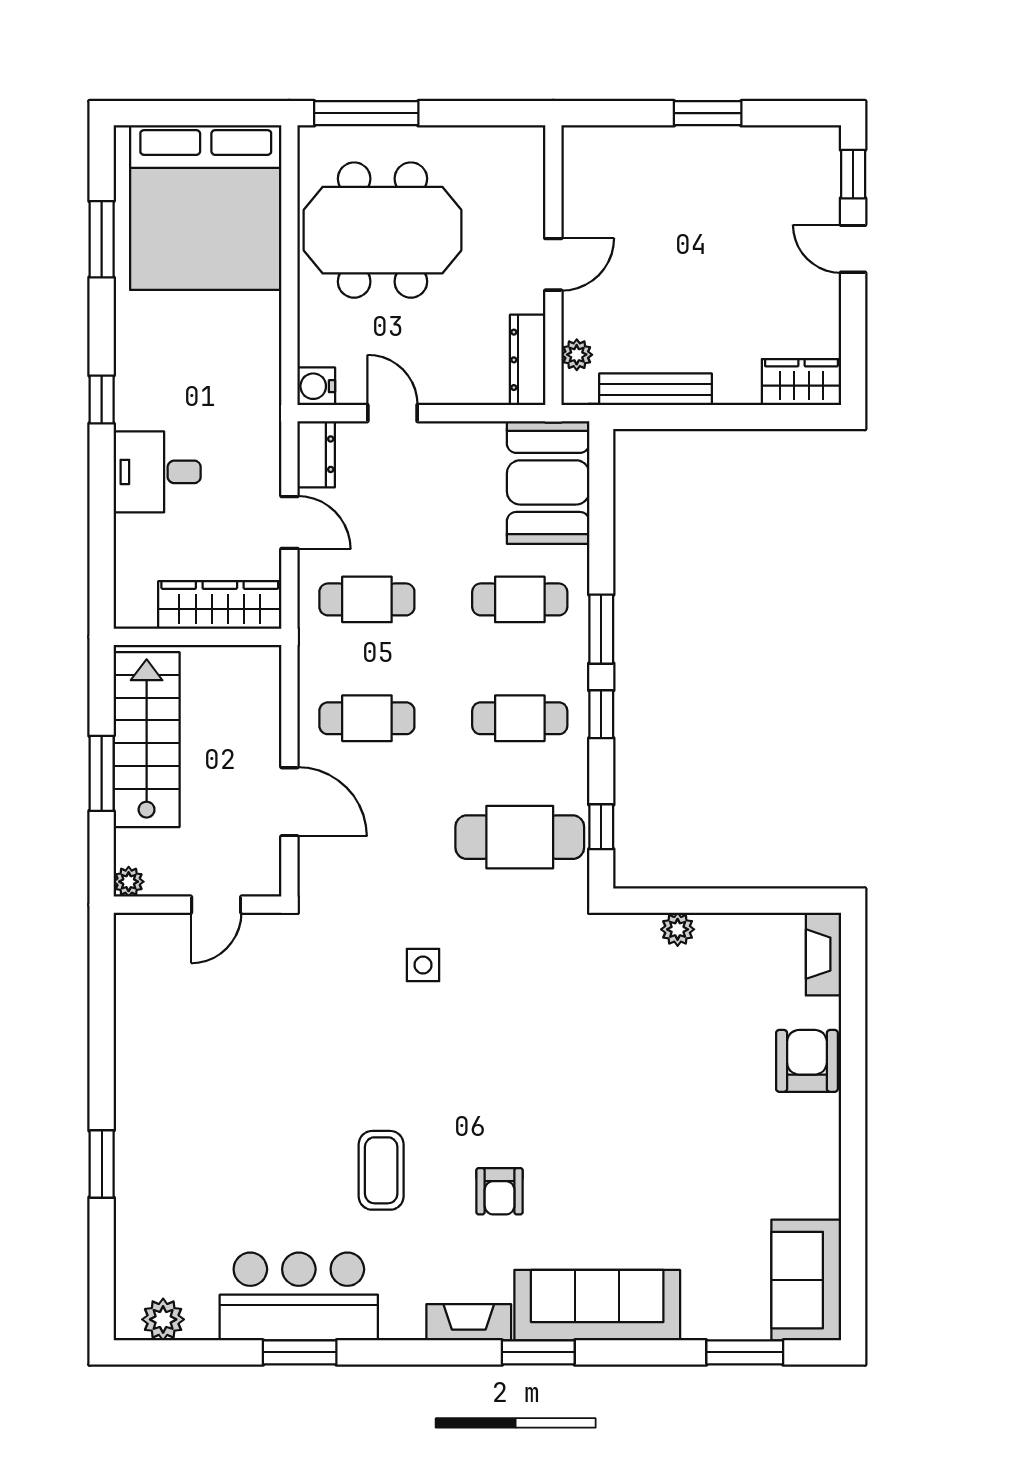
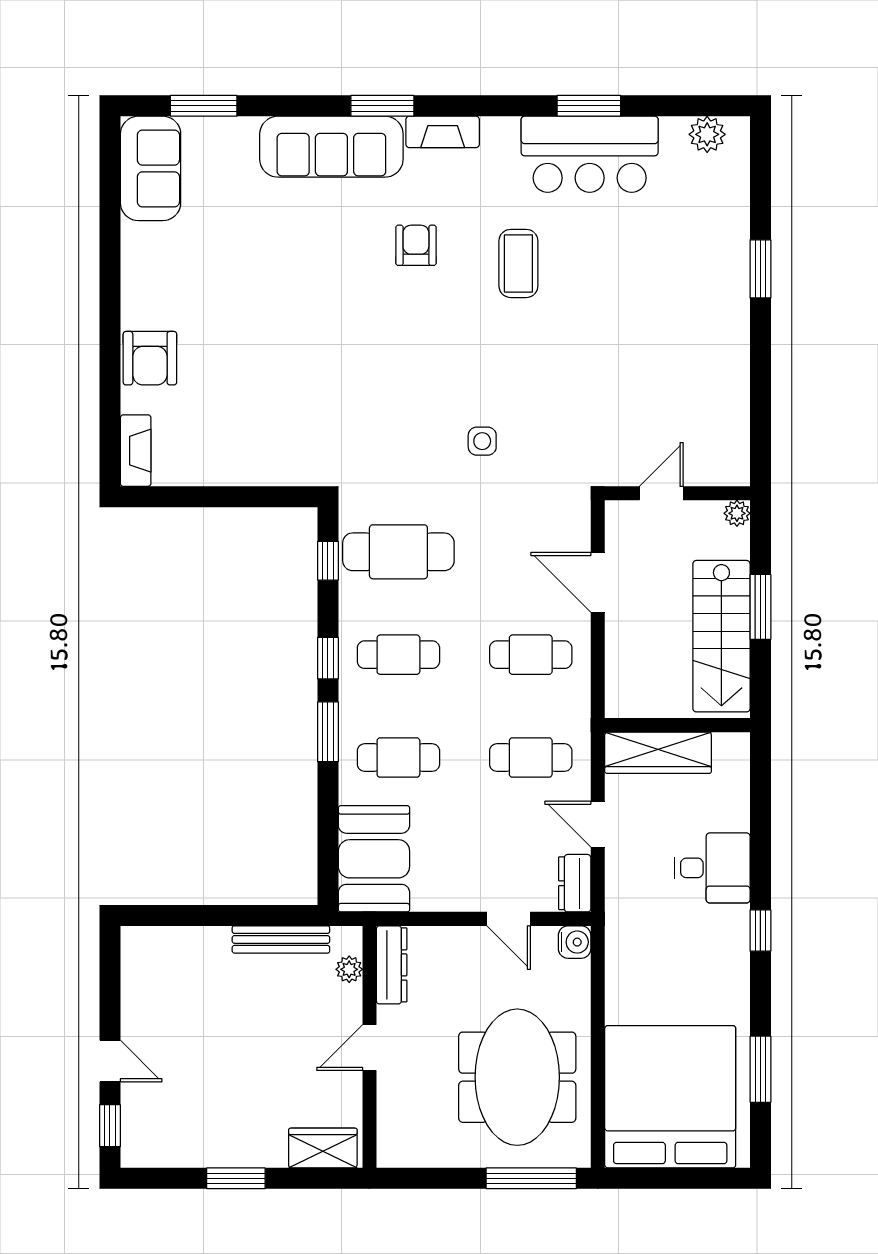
meeting table: (382, 230) -> (517, 1077), turned 90
wardrobe: (801, 382) -> (323, 1148), moved, turned 180
plant: (678, 929) -> (262, 472), removed

